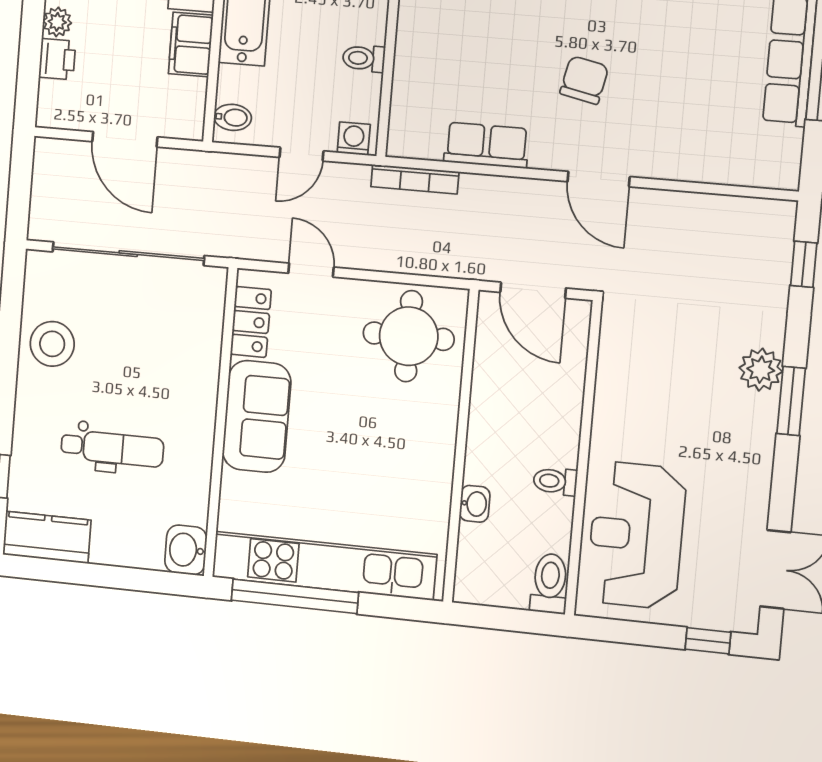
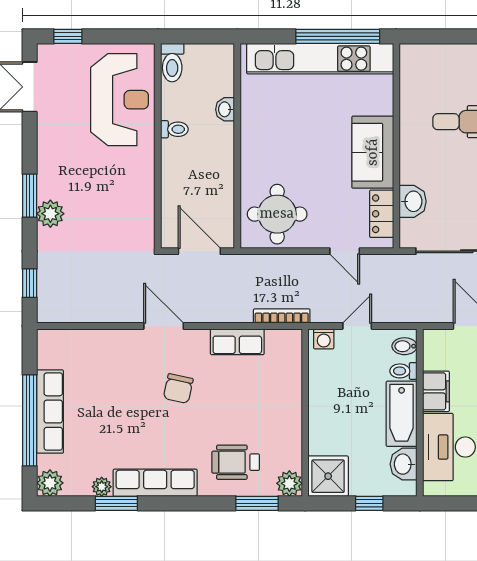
toilet: (364, 58) -> (403, 371), moved, turned 180
washbasin: (186, 550) -> (413, 201), moved

